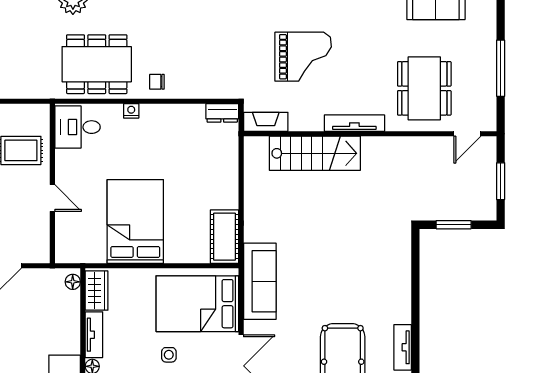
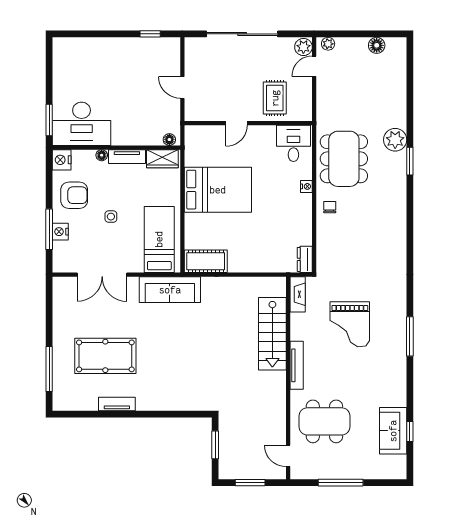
bed: (197, 304) -> (159, 239), width x0.67

